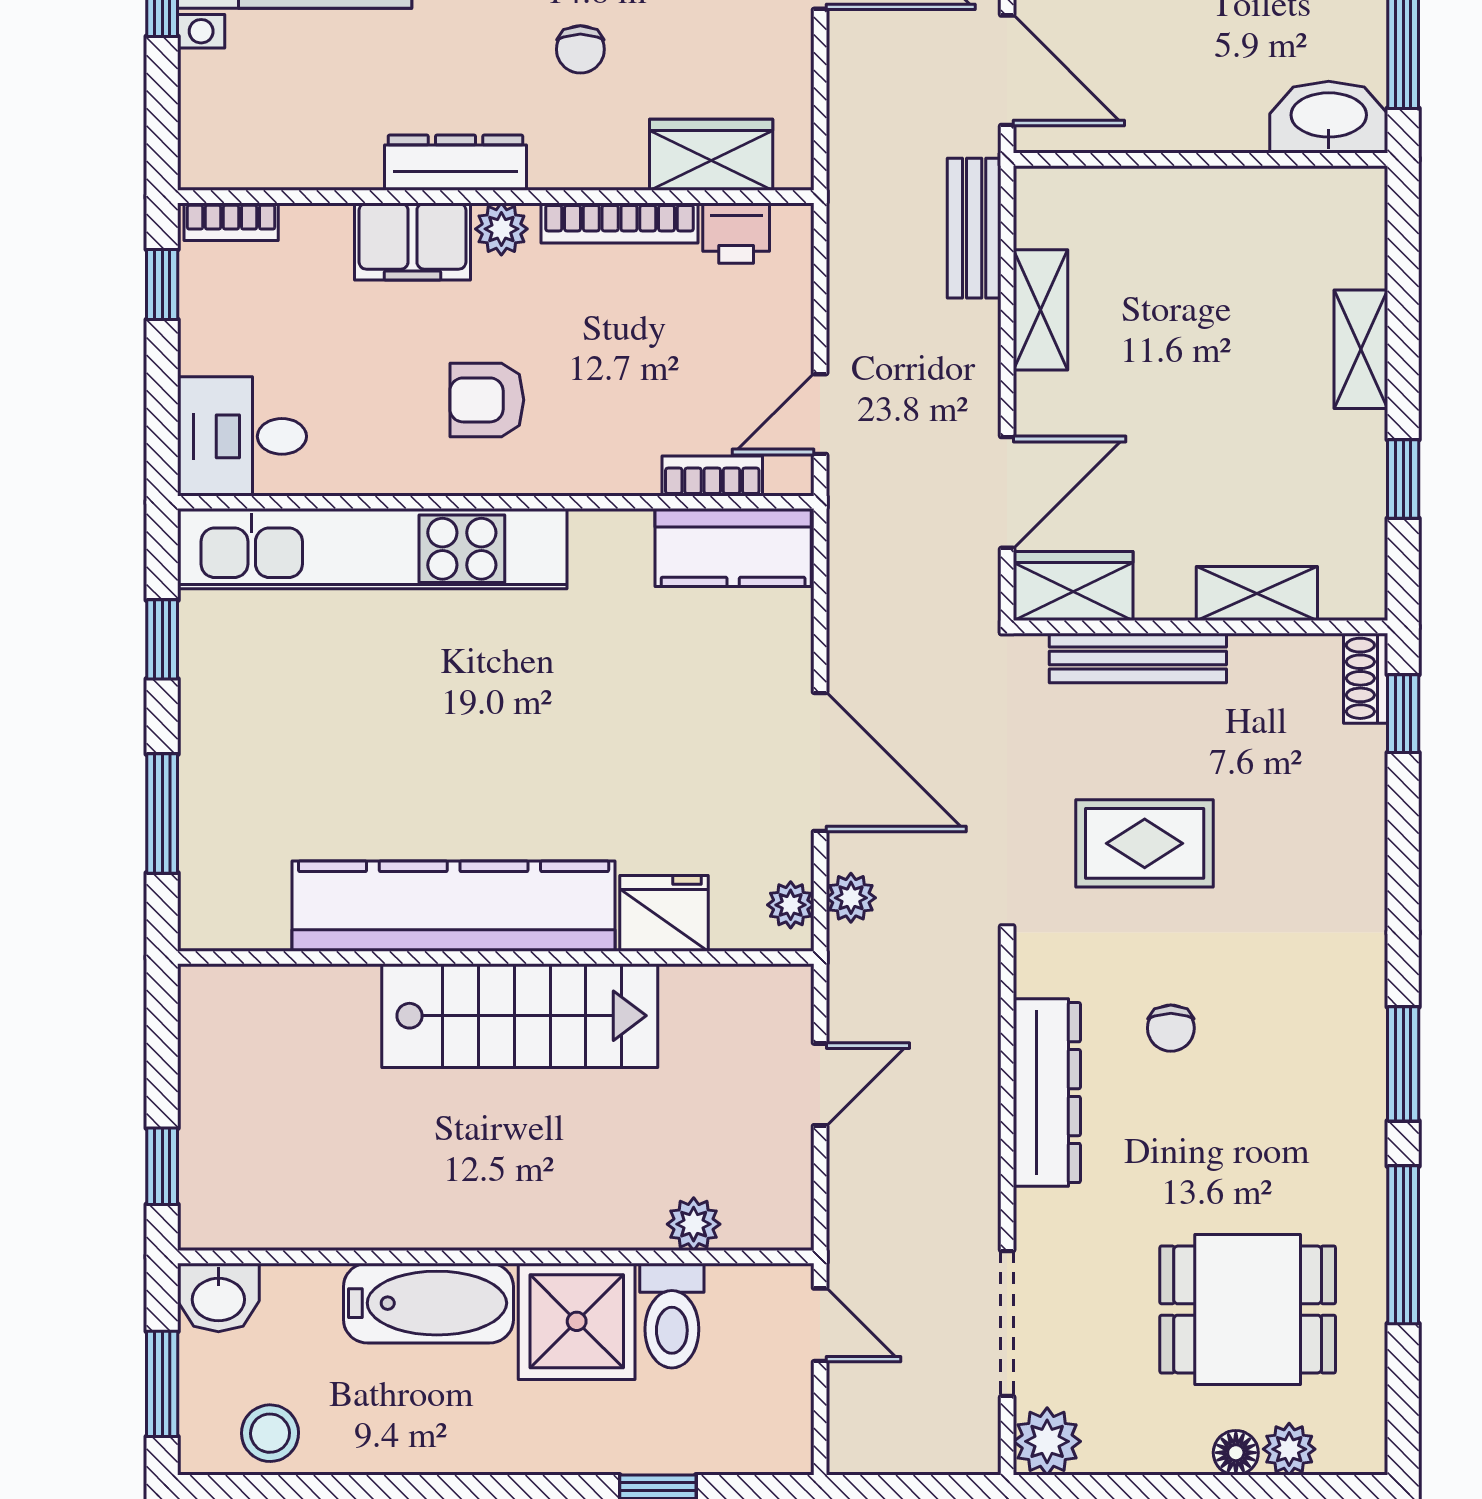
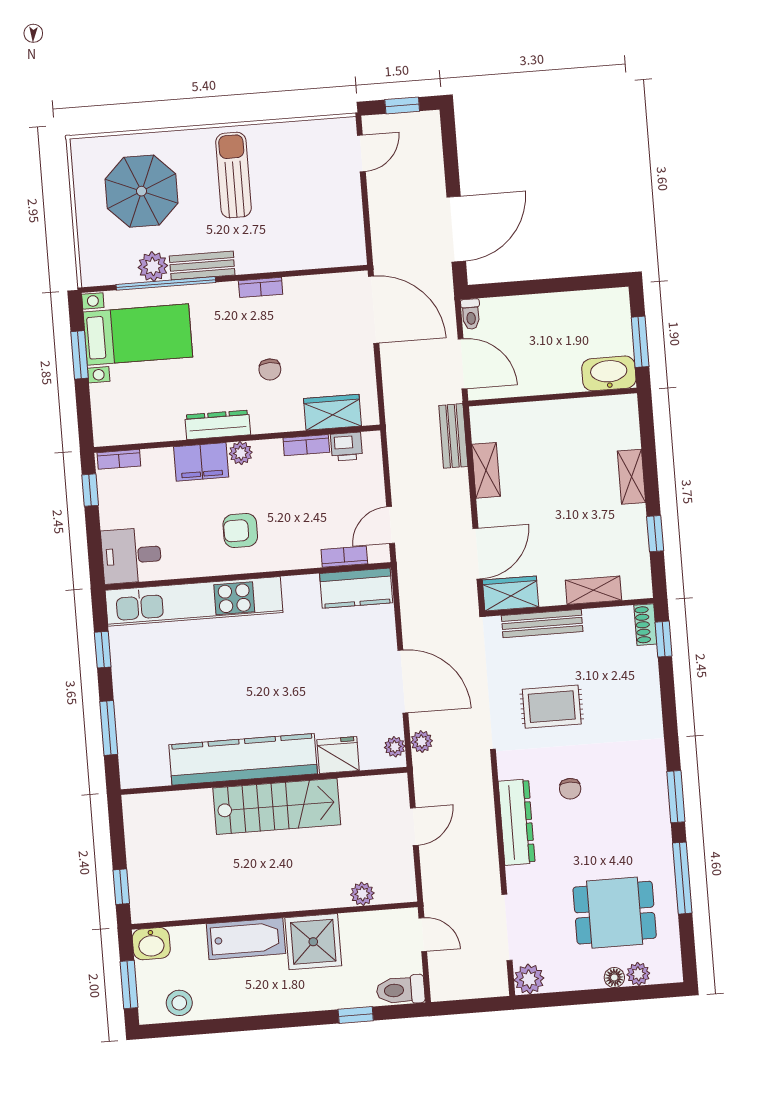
bookcase: (620, 223) -> (306, 445), width x0.64
toilet: (672, 1316) -> (401, 990), moved, turned 90

